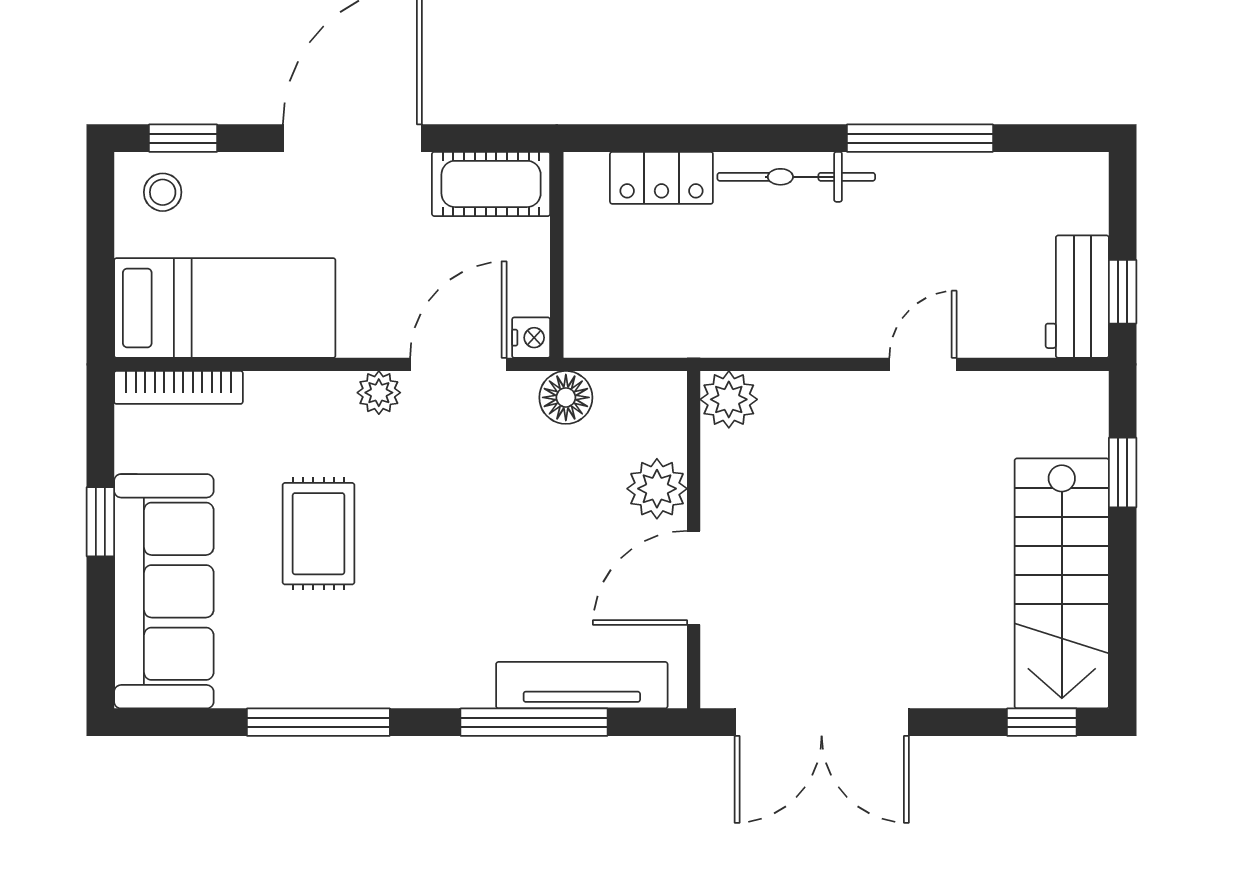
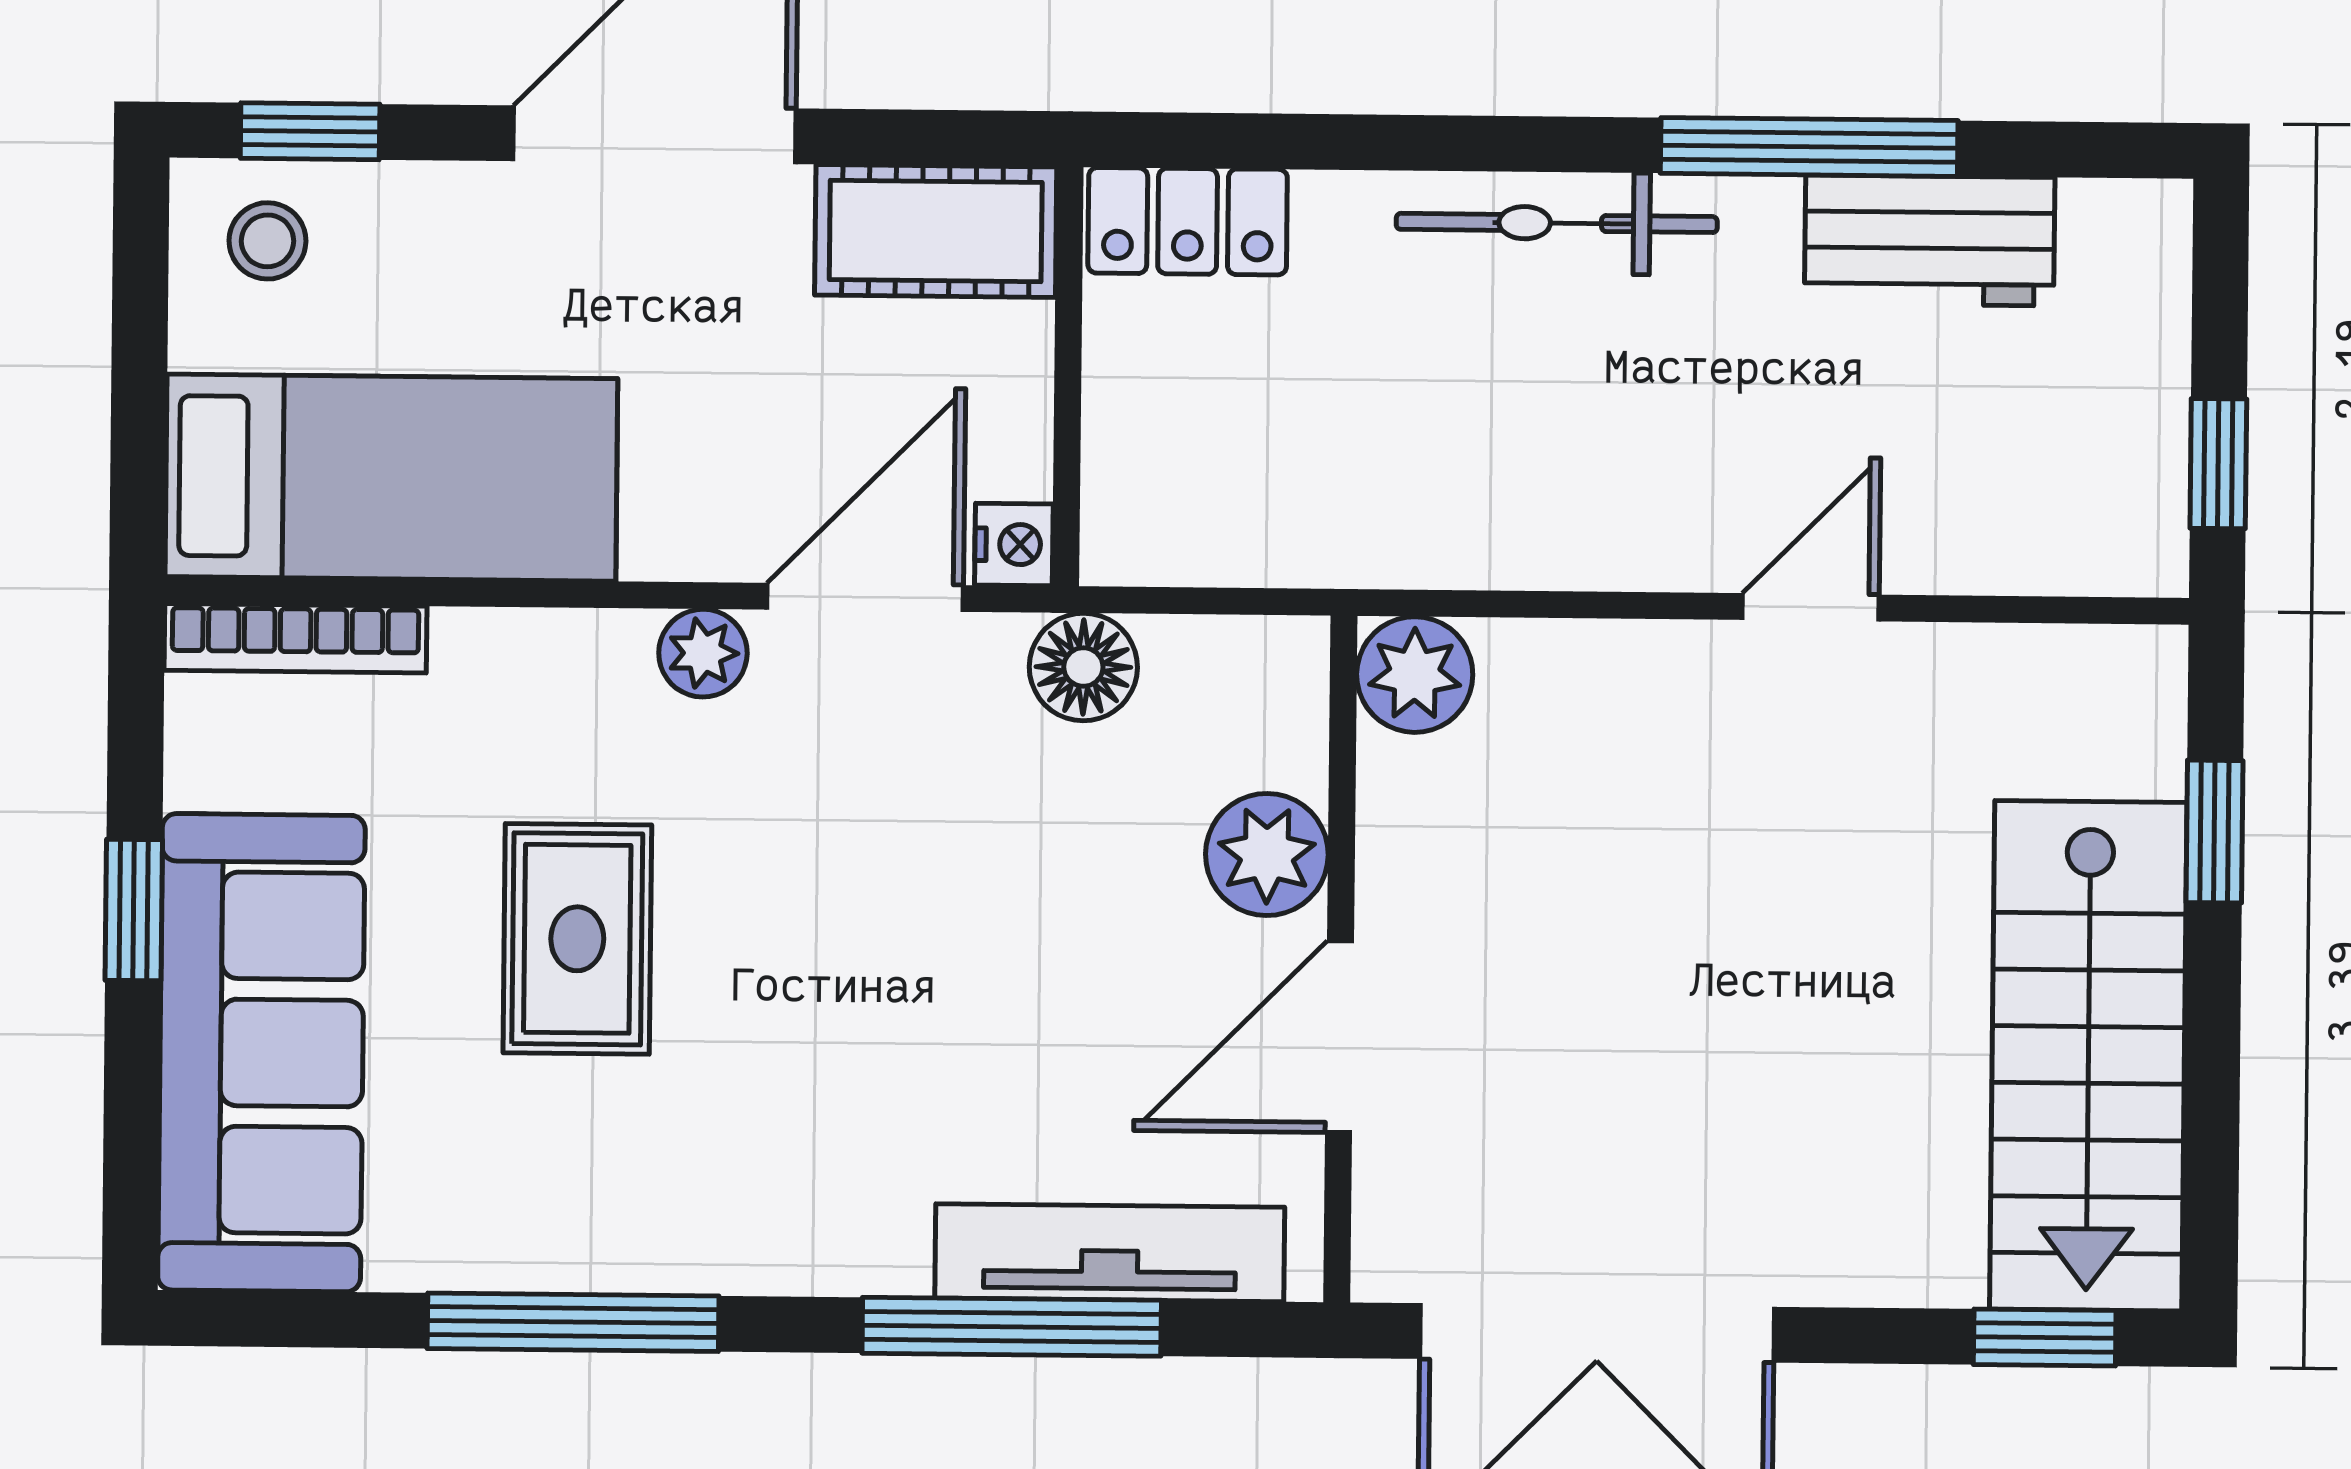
locker: (661, 178) -> (1188, 221), moved
workbench: (1077, 297) -> (1930, 240), moved, turned -90

